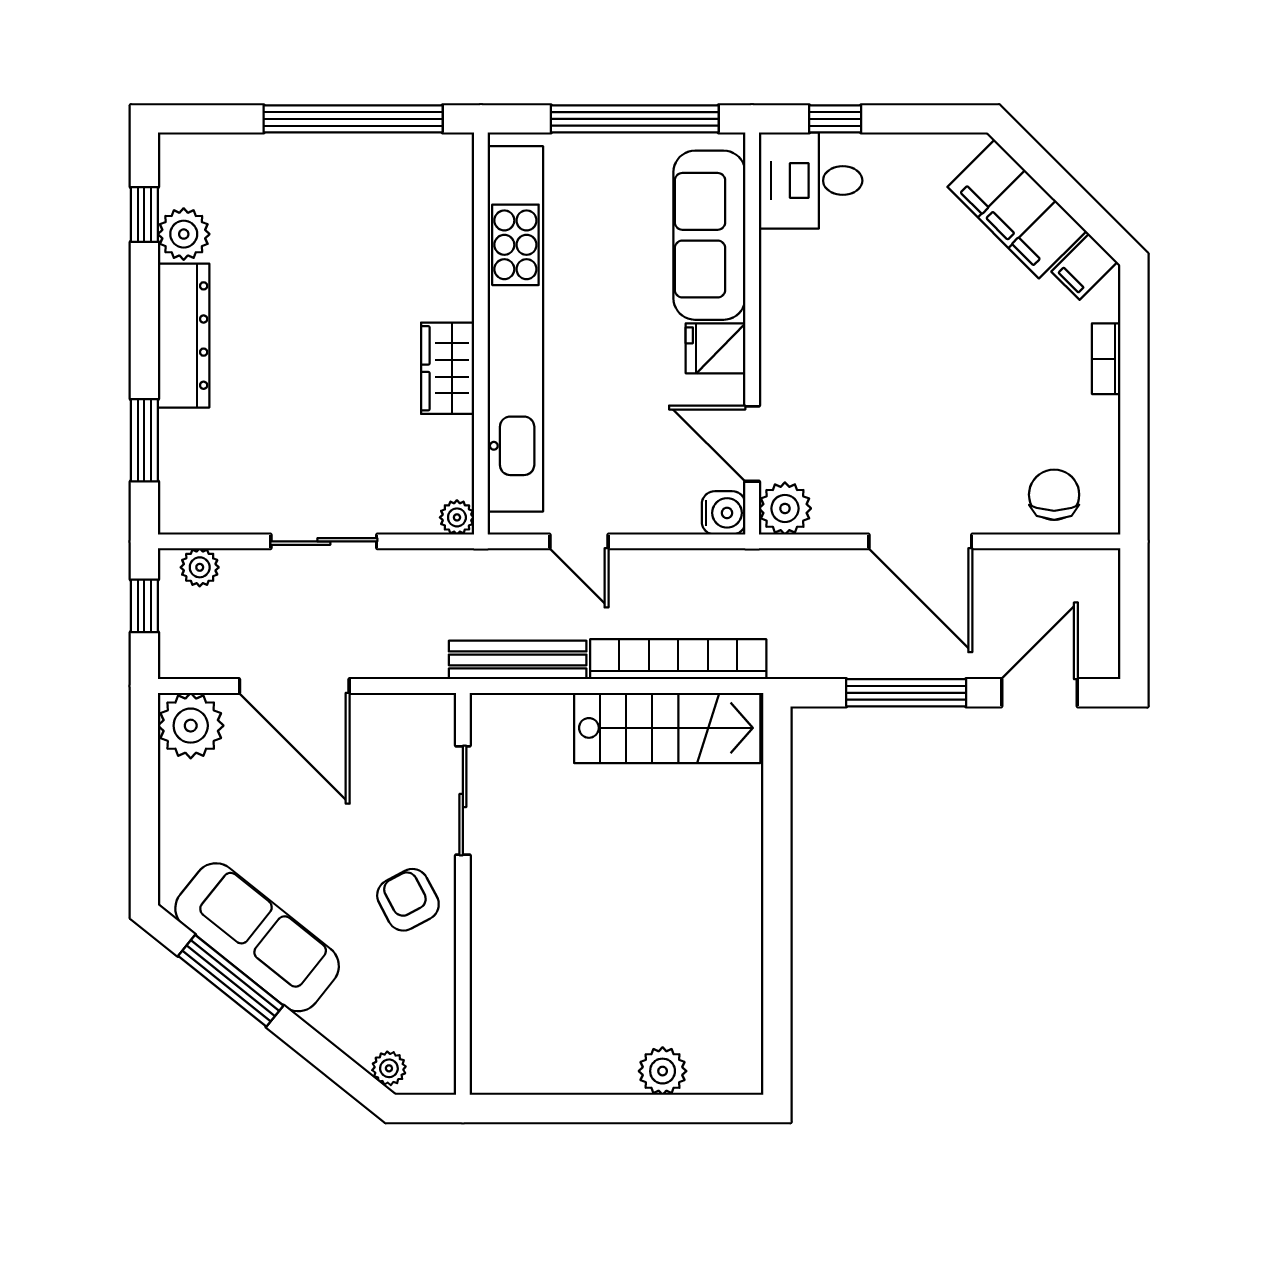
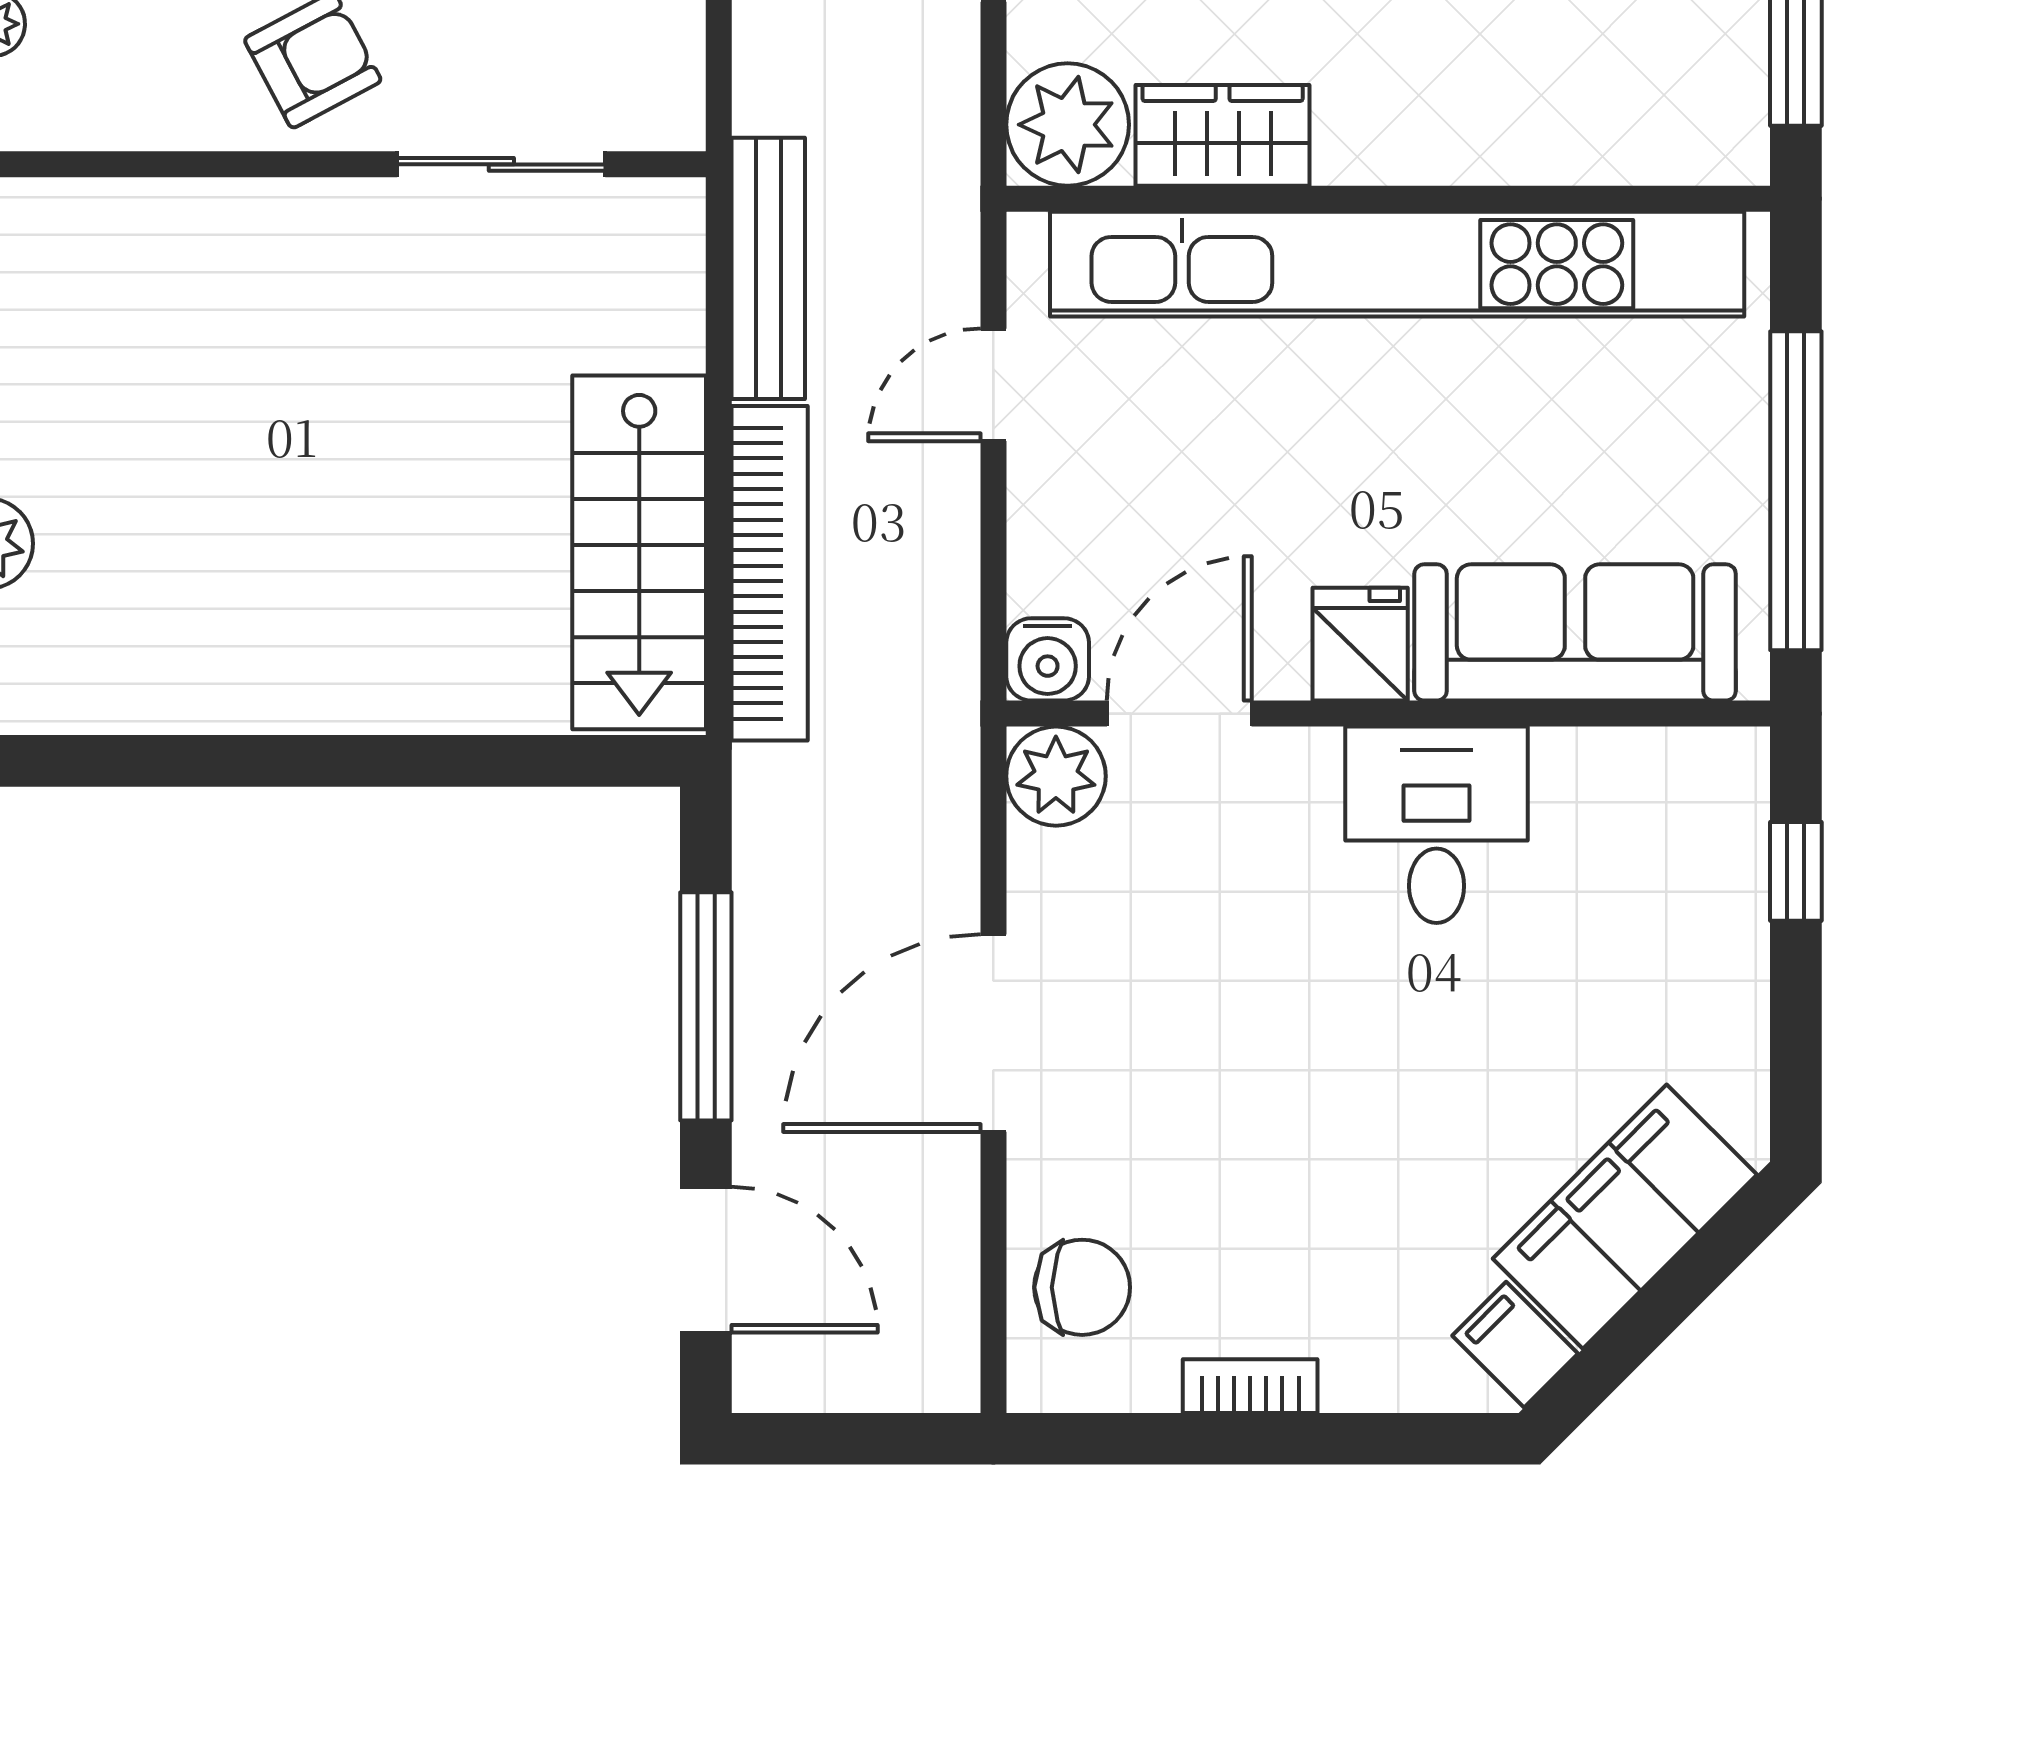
desk: (811, 181) -> (1436, 825), moved
bookcase: (1106, 359) -> (1250, 1386), moved
wardrobe: (448, 368) -> (1223, 135), moved
plant: (457, 517) -> (1068, 125), width x1.88, depth x1.88

